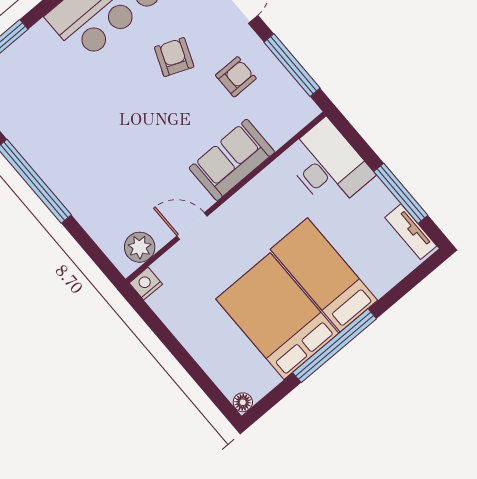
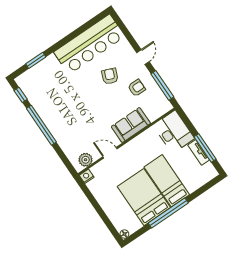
tv unit: (411, 232) -> (199, 152), moved

